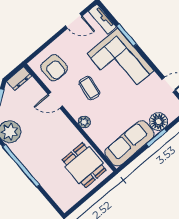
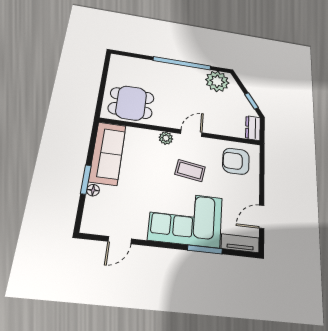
door: (55, 100) -> (191, 133), moved
floor lamp: (159, 122) -> (93, 190), width x0.53, depth x0.53

